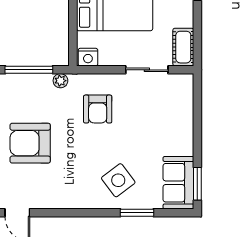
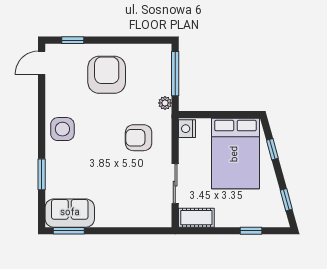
side table: (118, 180) -> (62, 129), moved, turned 37

